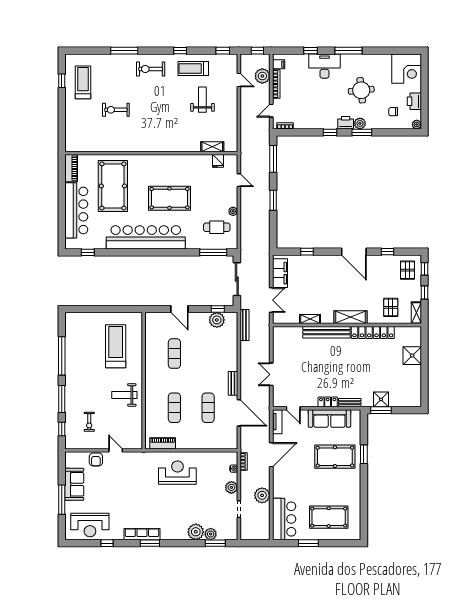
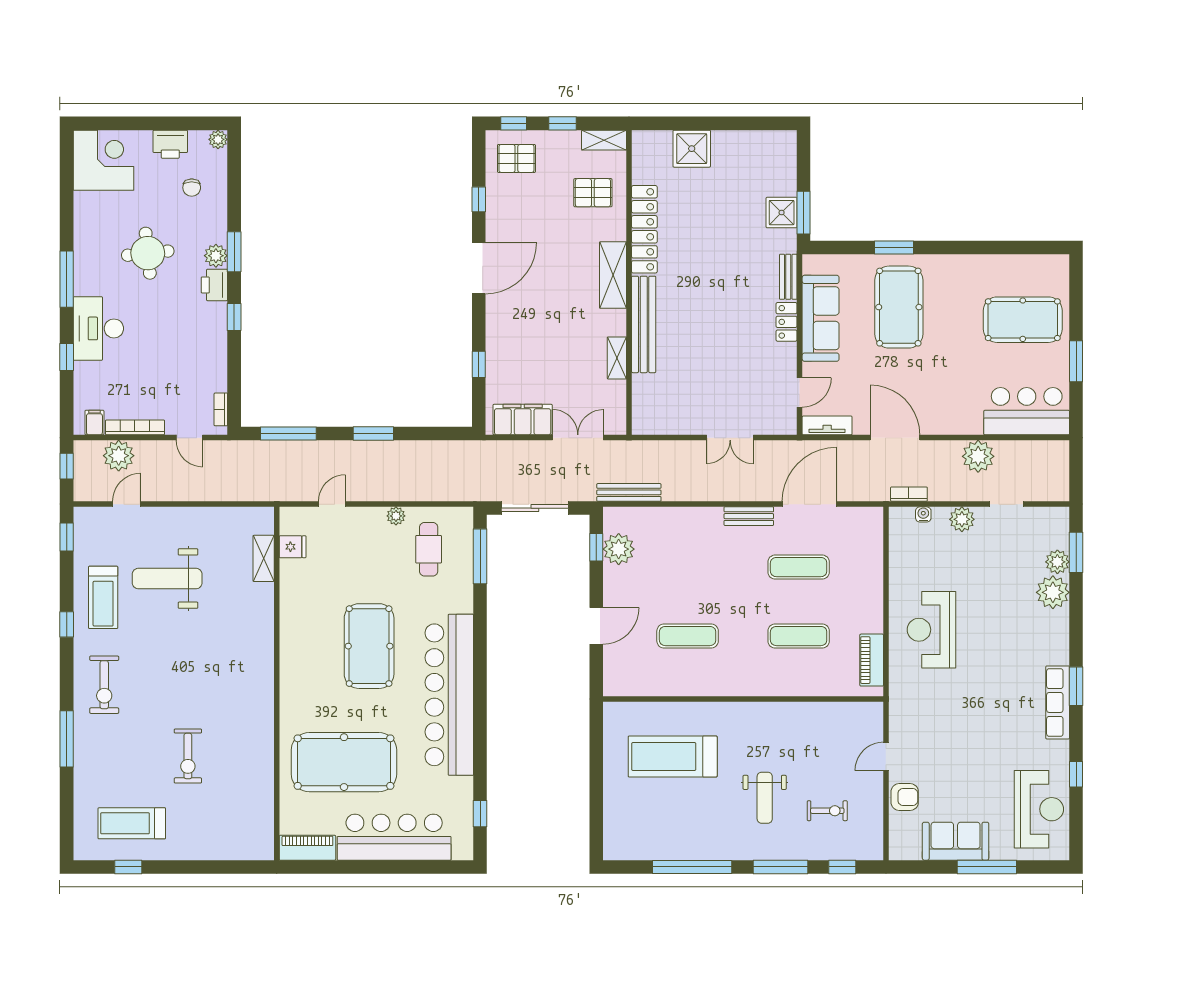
weight bench: (202, 100) -> (167, 579), width x1.36, depth x1.33
weight bench: (124, 395) -> (765, 798), moved
pool table: (329, 517) -> (1023, 320), turned 90

